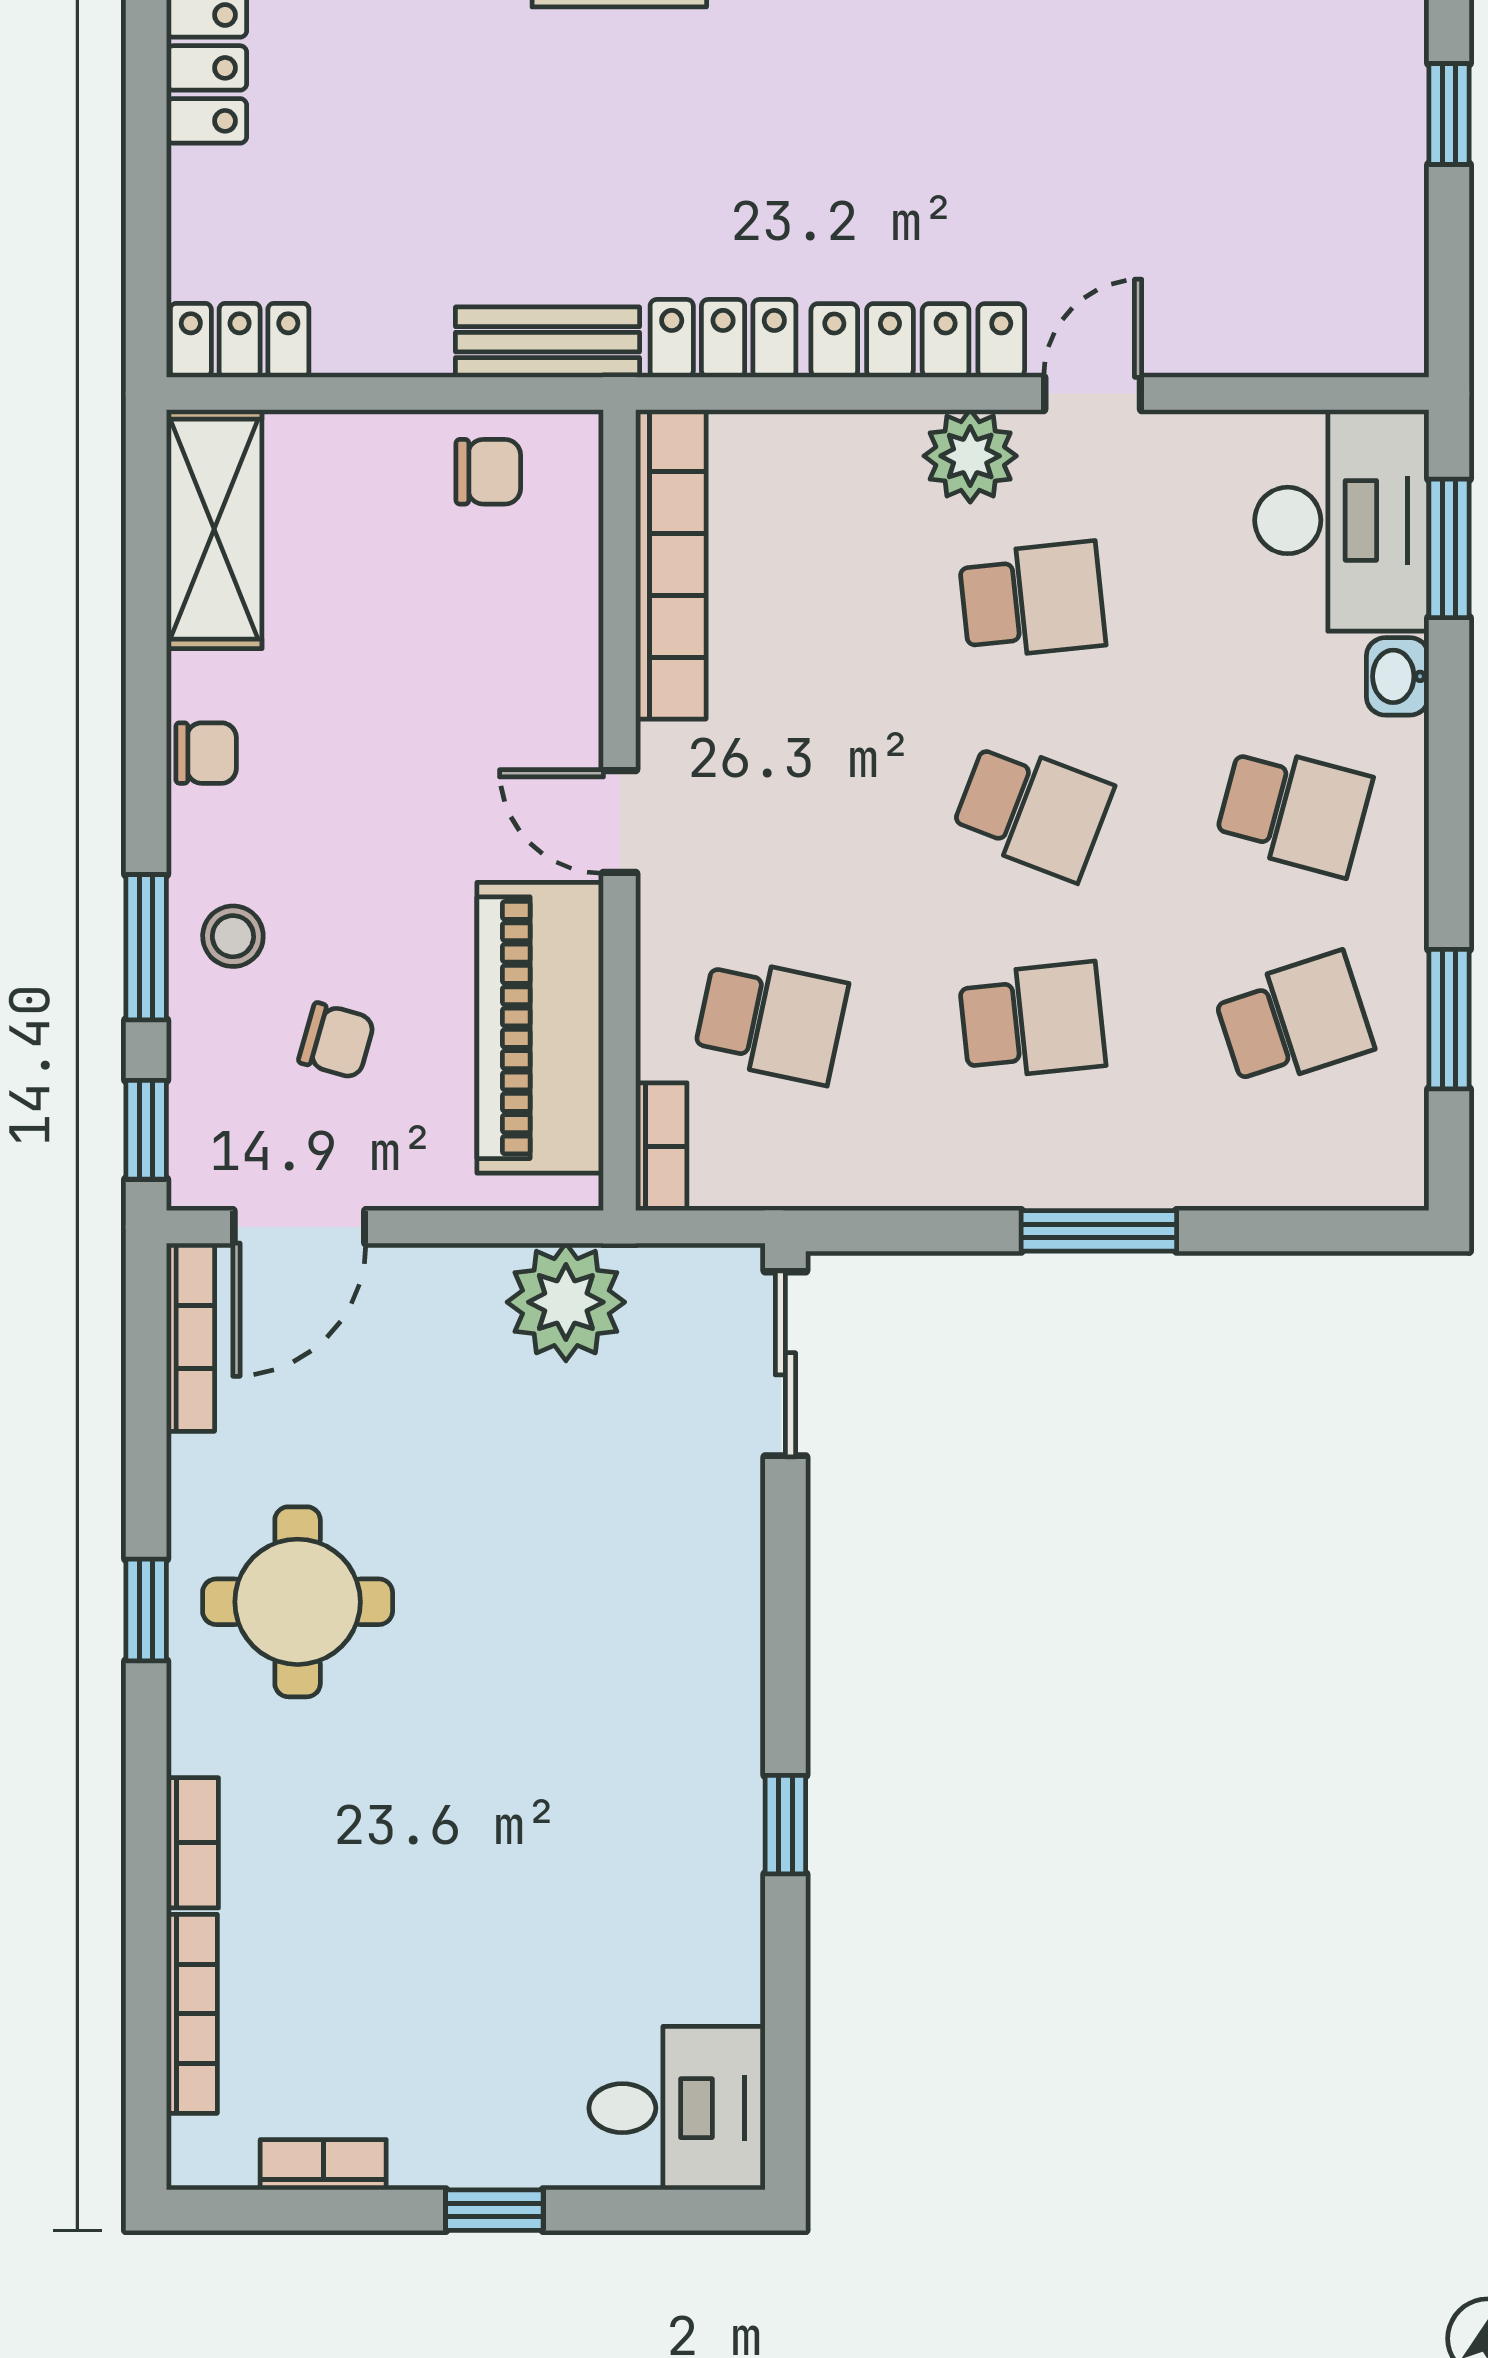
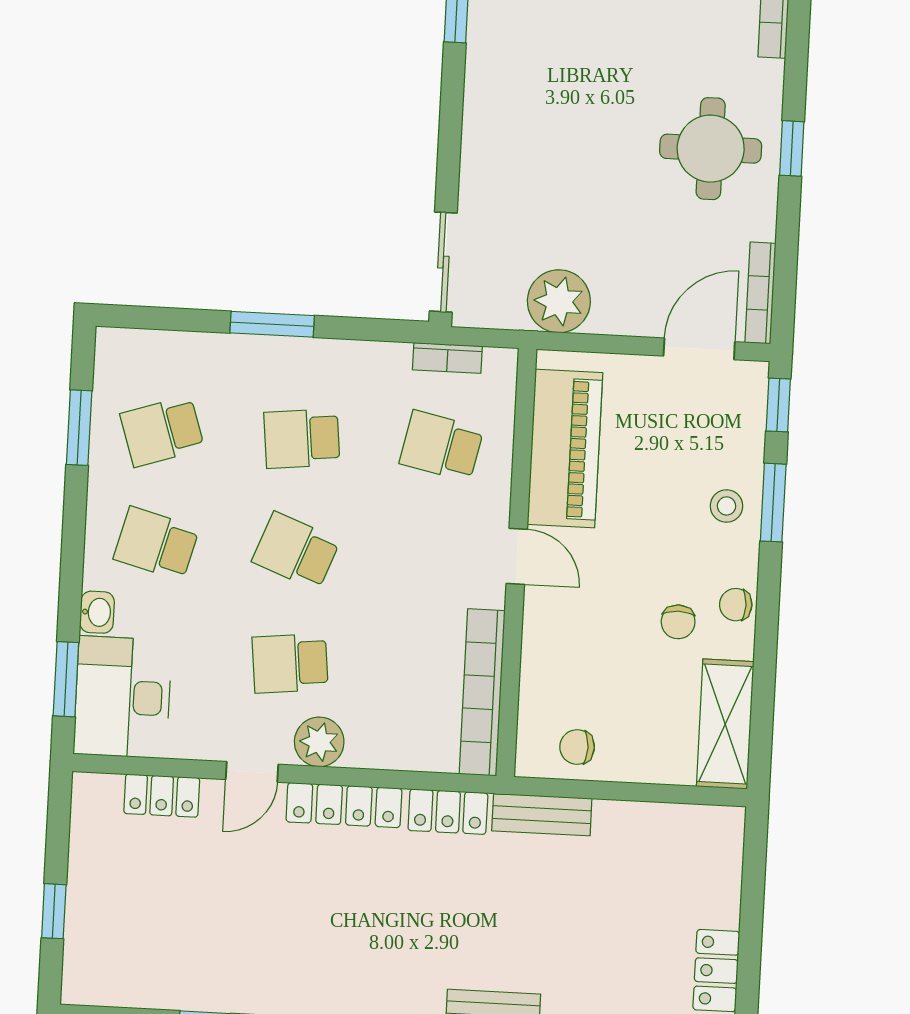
locker: (240, 340) -> (162, 796), moved
chair: (337, 1041) -> (678, 622), moved, turned -106
bookcase: (661, 1147) -> (447, 358), moved, turned -90

